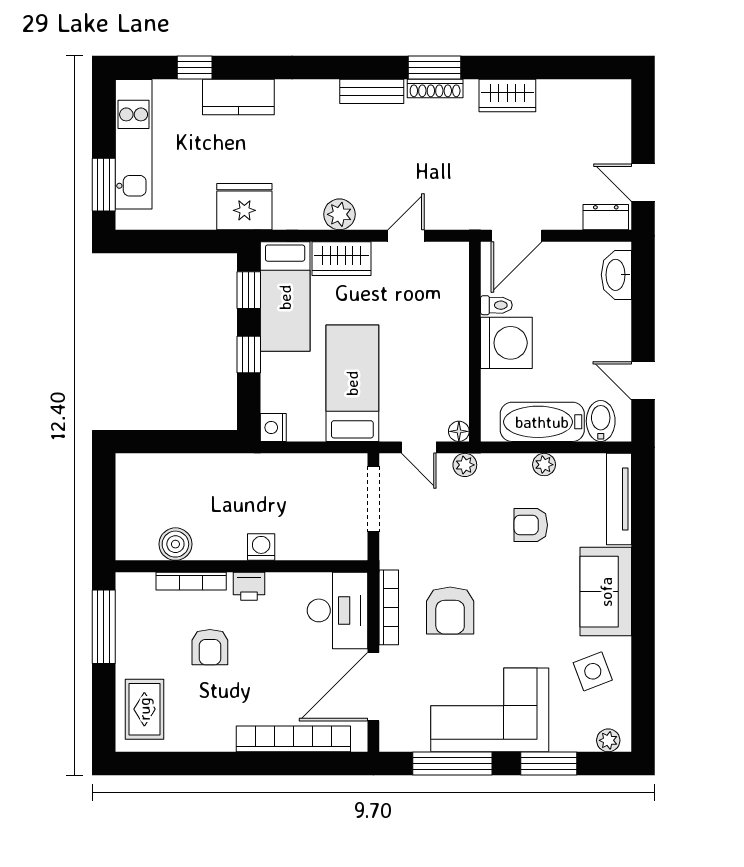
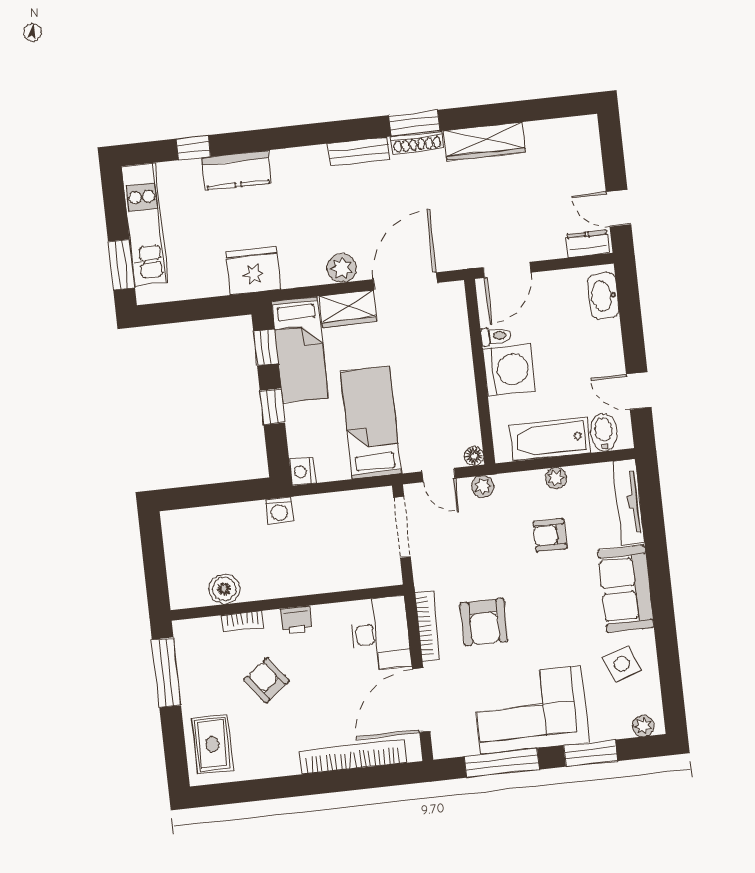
wardrobe: (507, 96) -> (485, 142), width x1.50
door: (406, 236) -> (405, 281), width x1.88
washing machine: (261, 547) -> (279, 511), moved, turned 180
bookcase: (191, 581) -> (242, 621), width x0.64
armchair: (210, 647) -> (266, 680), turned 143

